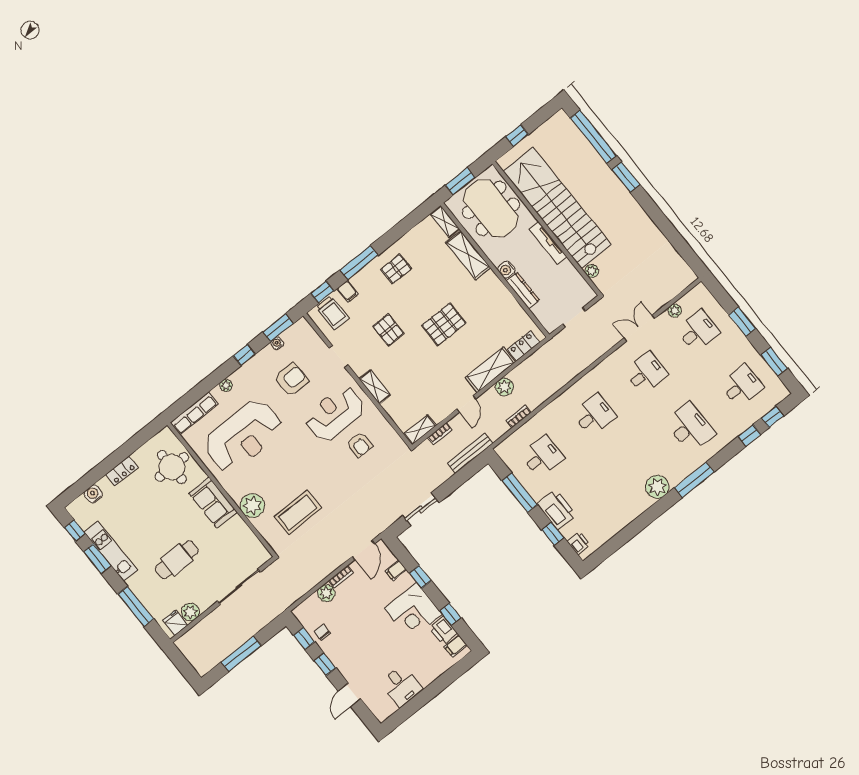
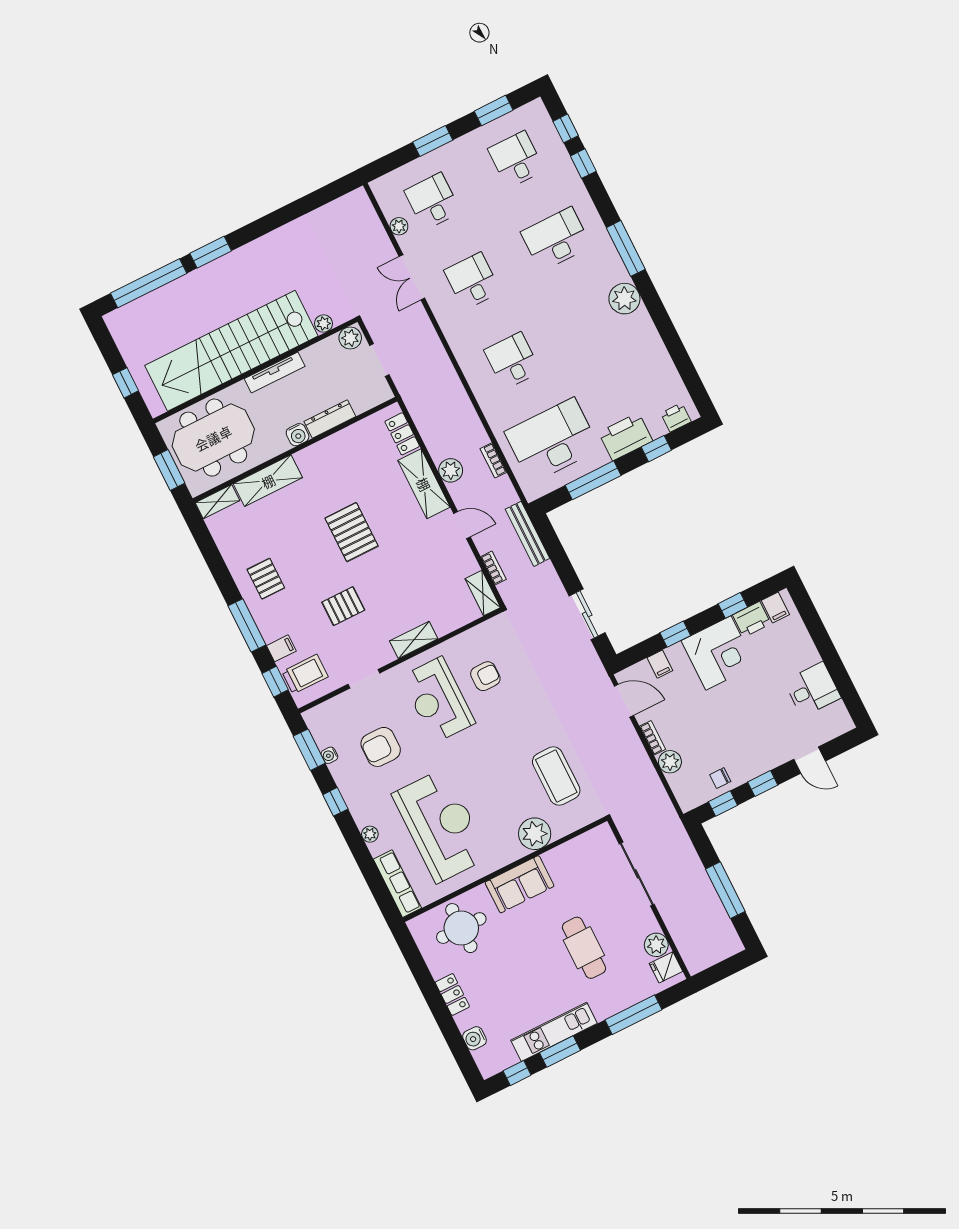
plant: (585, 293) -> (350, 338), added
armchair: (291, 379) -> (381, 747), turned -90
desk: (542, 456) -> (552, 440), width x1.87, depth x1.30

